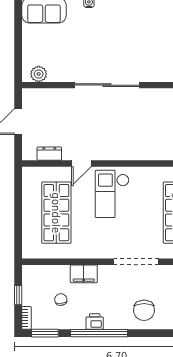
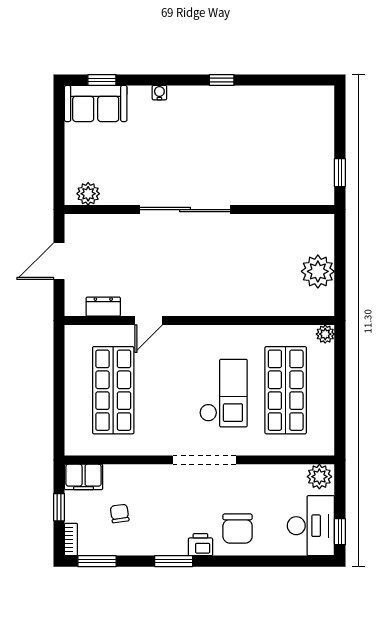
checkout: (112, 194) -> (223, 393), moved, turned 180
doorway: (136, 262) -> (204, 460), moved
filing cabinet: (84, 274) -> (84, 477), moved
printer: (95, 322) -> (200, 545), moved
window: (99, 333) -> (174, 561), width x0.47

